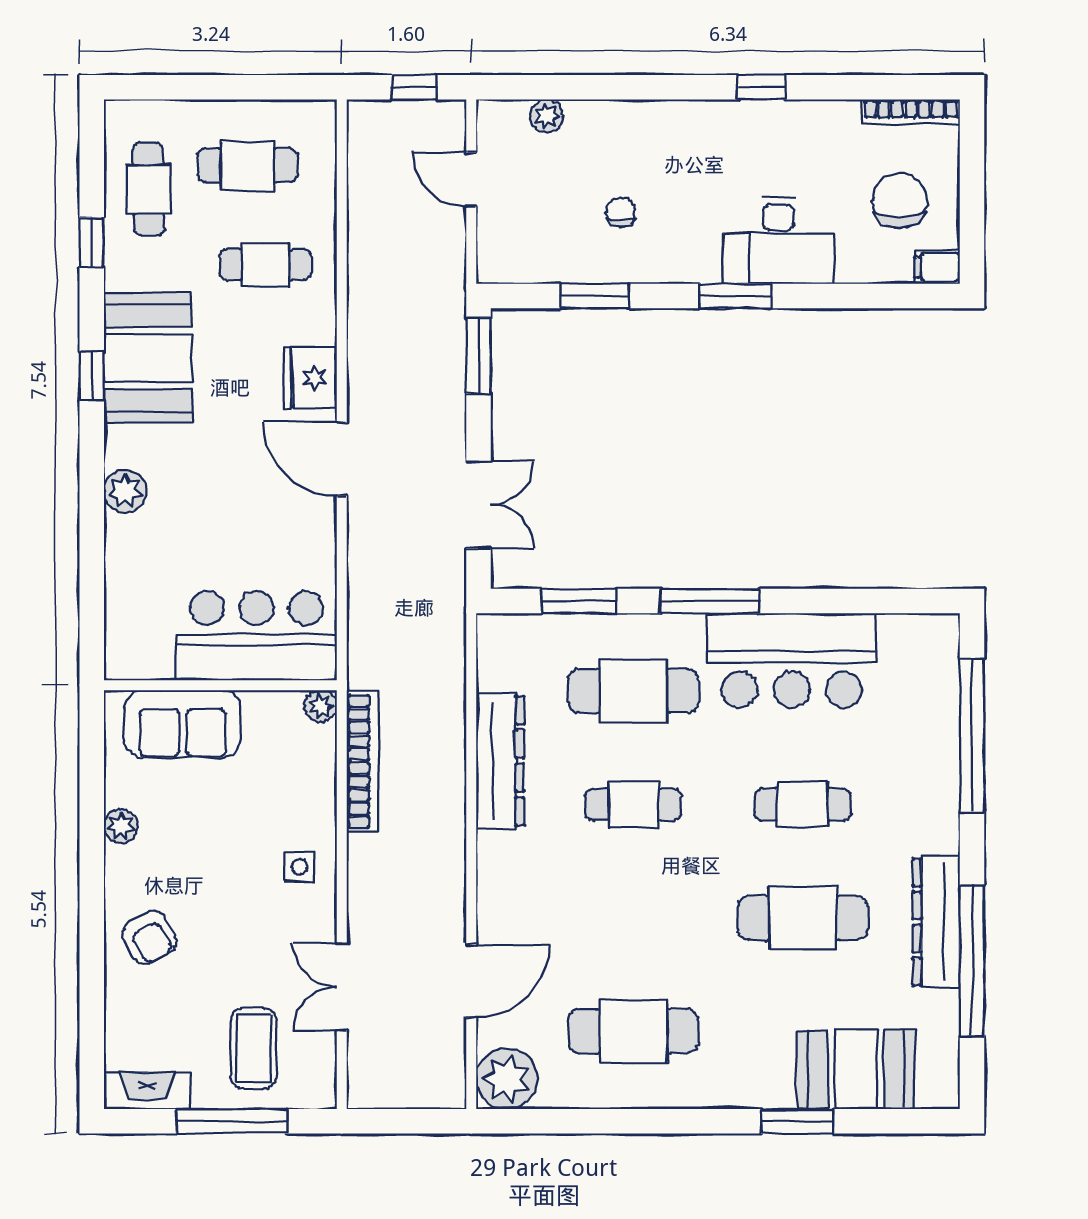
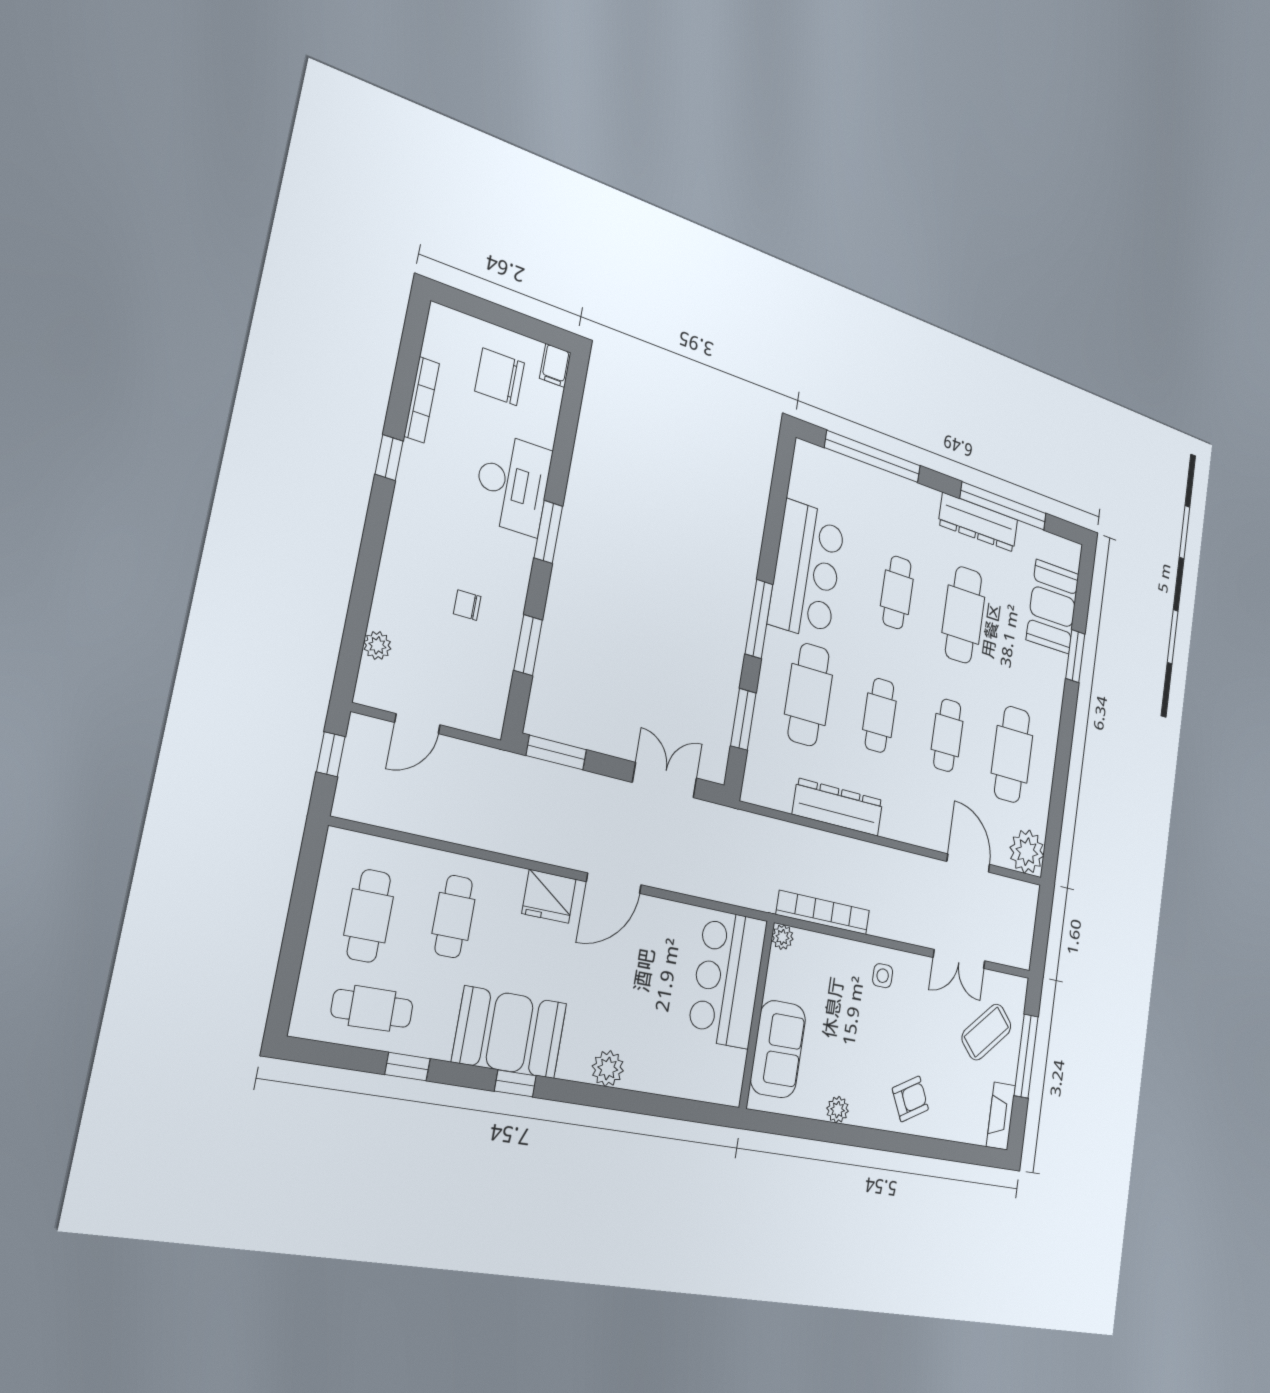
bookcase: (911, 112) -> (422, 400), moved
cafe table: (633, 918) -> (947, 735), added
coffee table: (254, 1048) -> (986, 1032), turned -44

